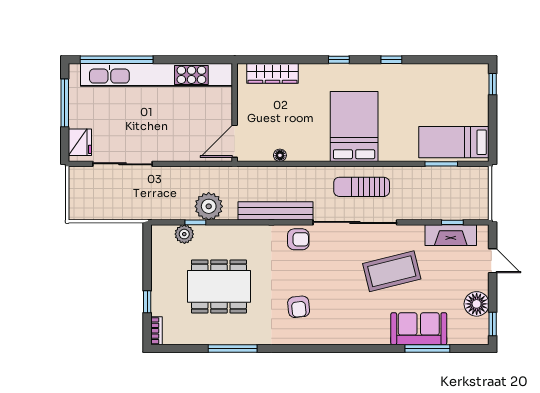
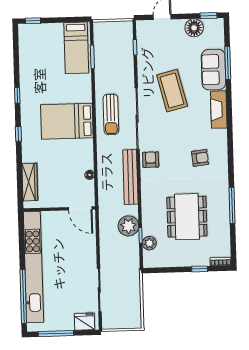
fireplace: (451, 235) -> (219, 110), moved, turned 180

